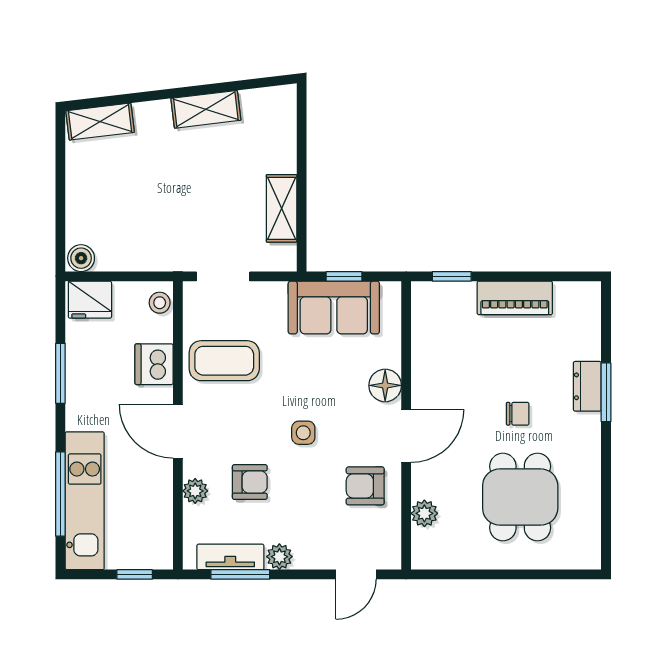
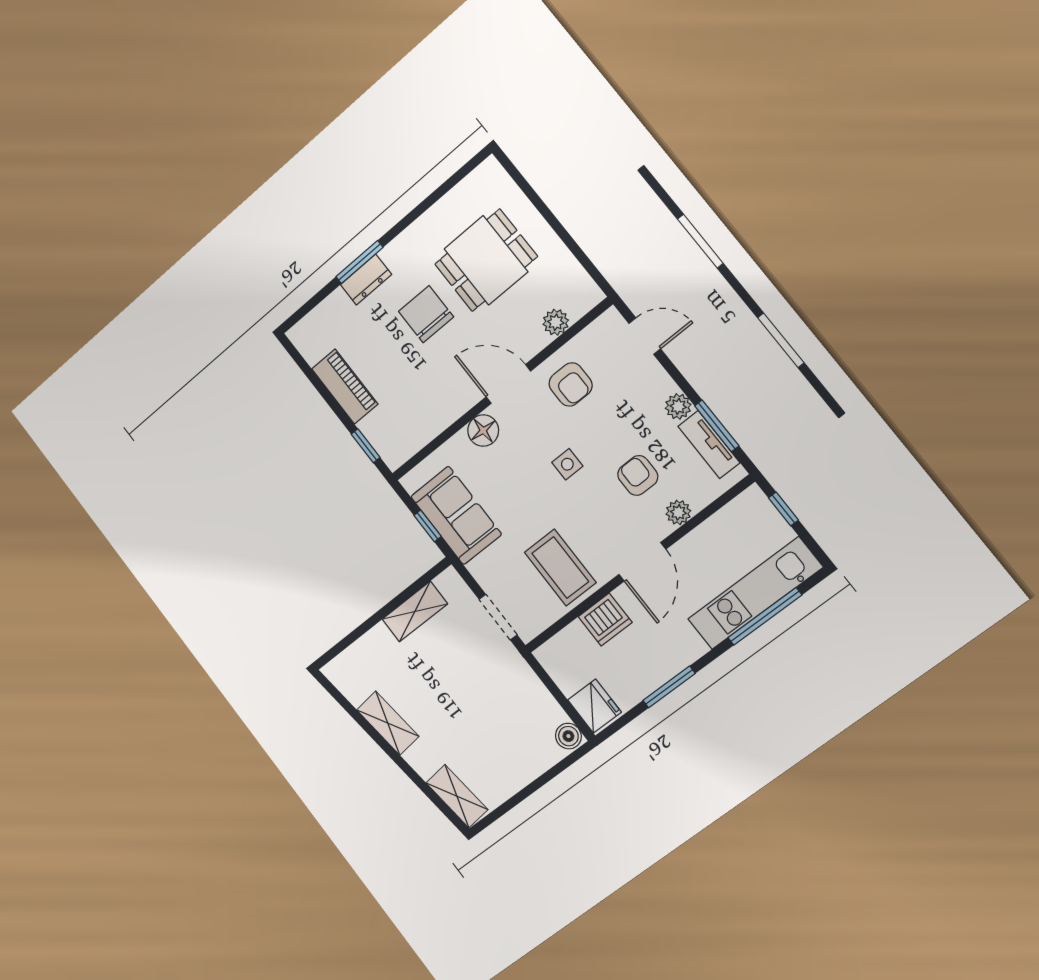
stool: (160, 303) -> (555, 651), removed
chair: (518, 414) -> (426, 314), width x1.87, depth x1.87

